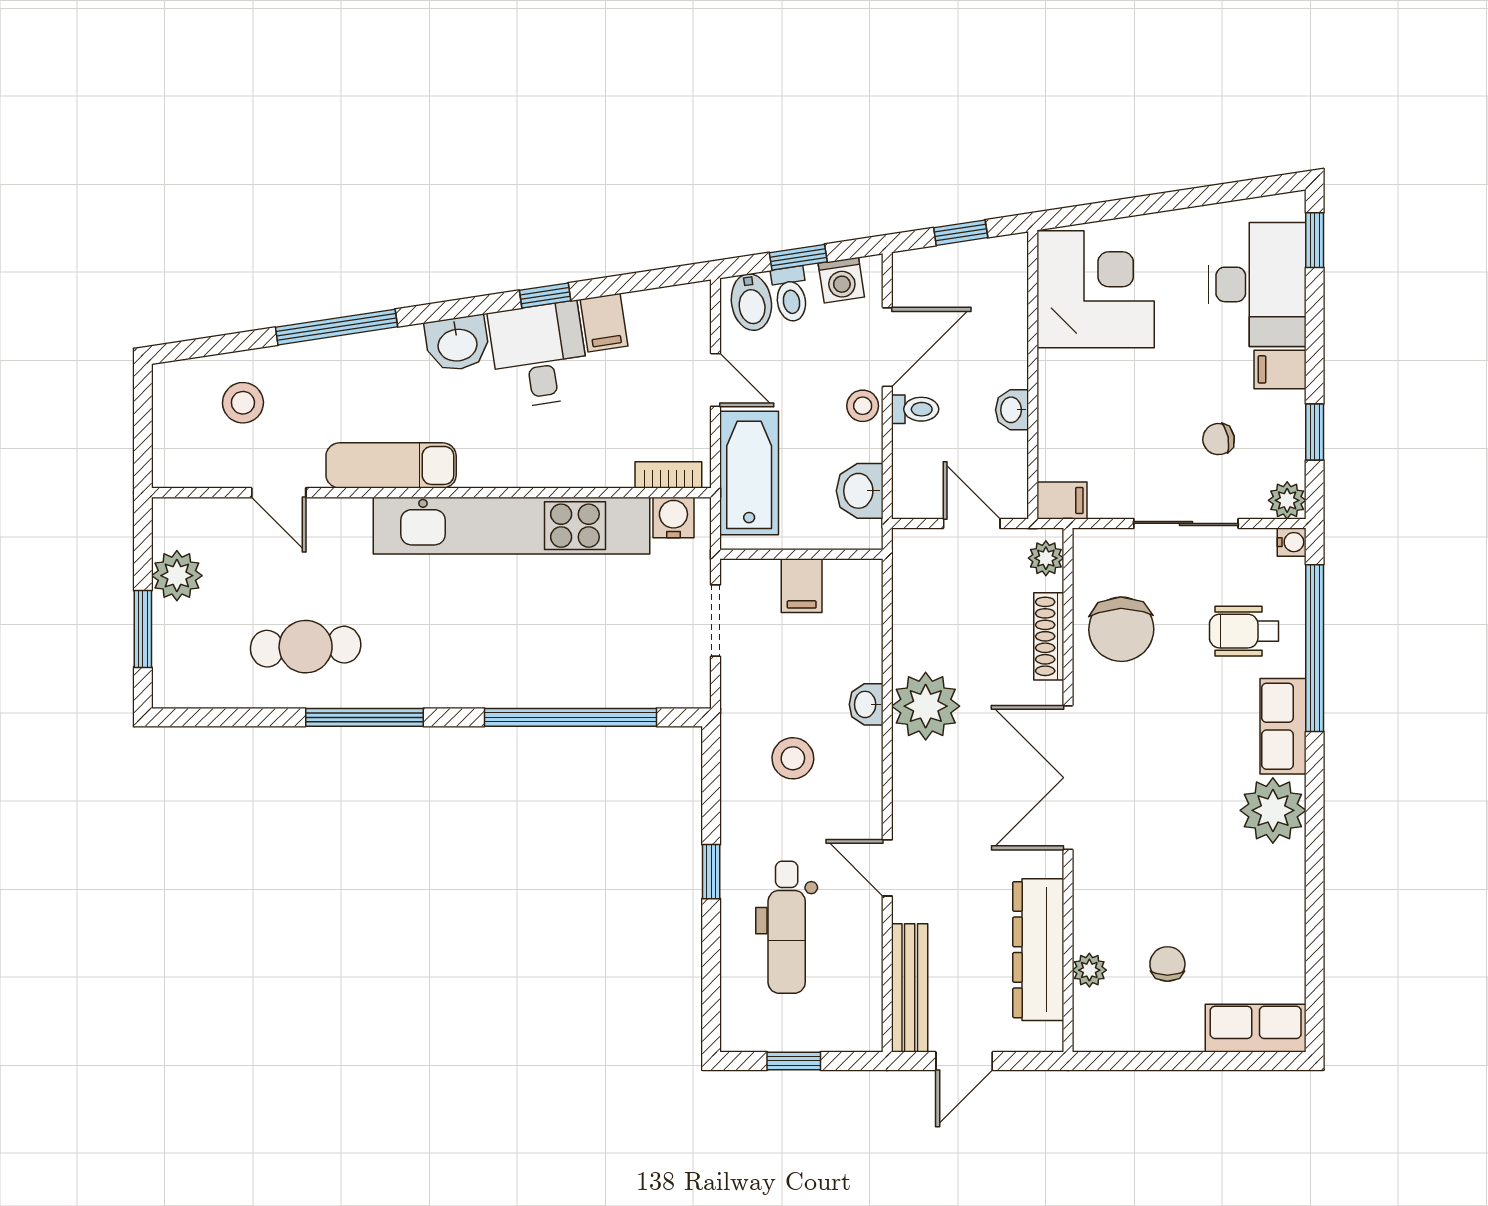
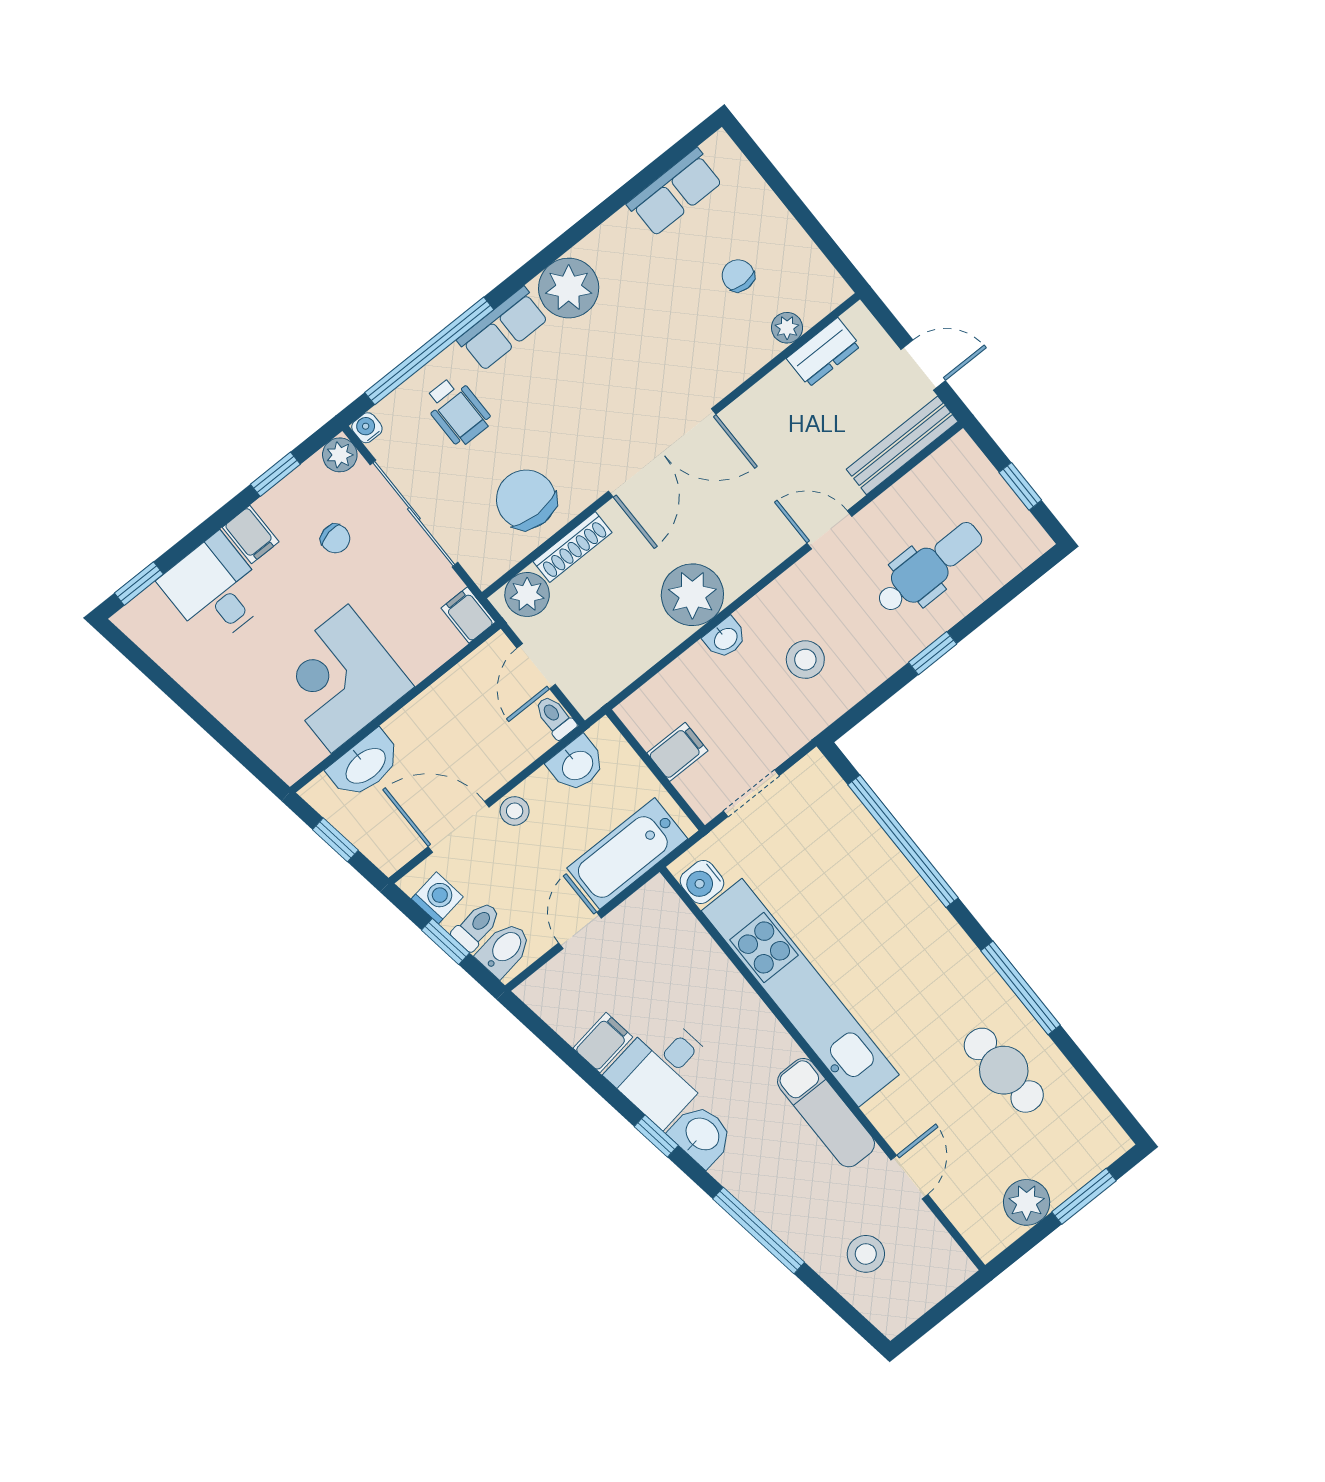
desk: (1257, 284) -> (215, 590), width x0.73
corner desk: (1096, 289) -> (340, 679), moved
window: (545, 296) -> (656, 1136), moved
toilet: (915, 409) -> (555, 717), moved
washbasin: (1012, 410) -> (365, 765), moved, width x1.91, depth x1.45
bookcase: (668, 475) -> (675, 910), removed
sliding door: (1186, 523) -> (414, 514), width x1.37
plant: (1046, 558) -> (527, 594), width x1.38, depth x1.38
chair: (1121, 629) -> (526, 499), turned -89
door: (887, 868) -> (829, 530), swing flipped
dresser: (1038, 950) -> (824, 352), width x0.51, depth x0.80
chair: (1167, 964) -> (738, 276), turned 90
row of seats: (1256, 1028) -> (675, 192), moved, turned -90

